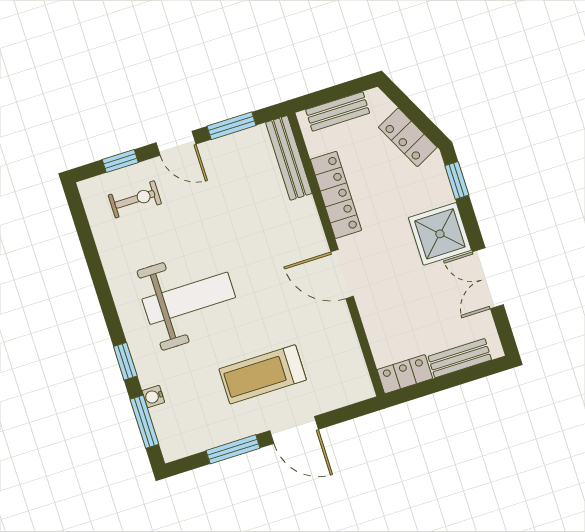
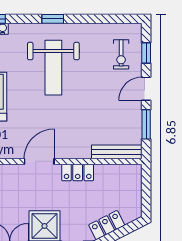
bench: (338, 111) -> (135, 189), removed
locker: (336, 195) -> (78, 173), width x0.66
window: (125, 361) -> (53, 19), moved

